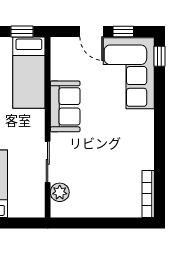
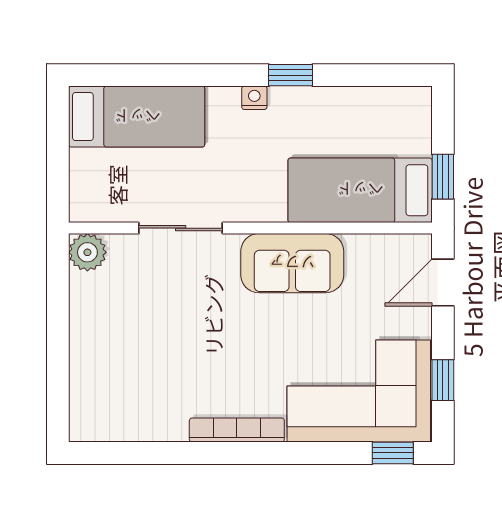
door: (91, 31) -> (443, 282), moved
plant: (60, 192) -> (87, 252), moved
bookcase: (148, 194) -> (237, 430), moved

